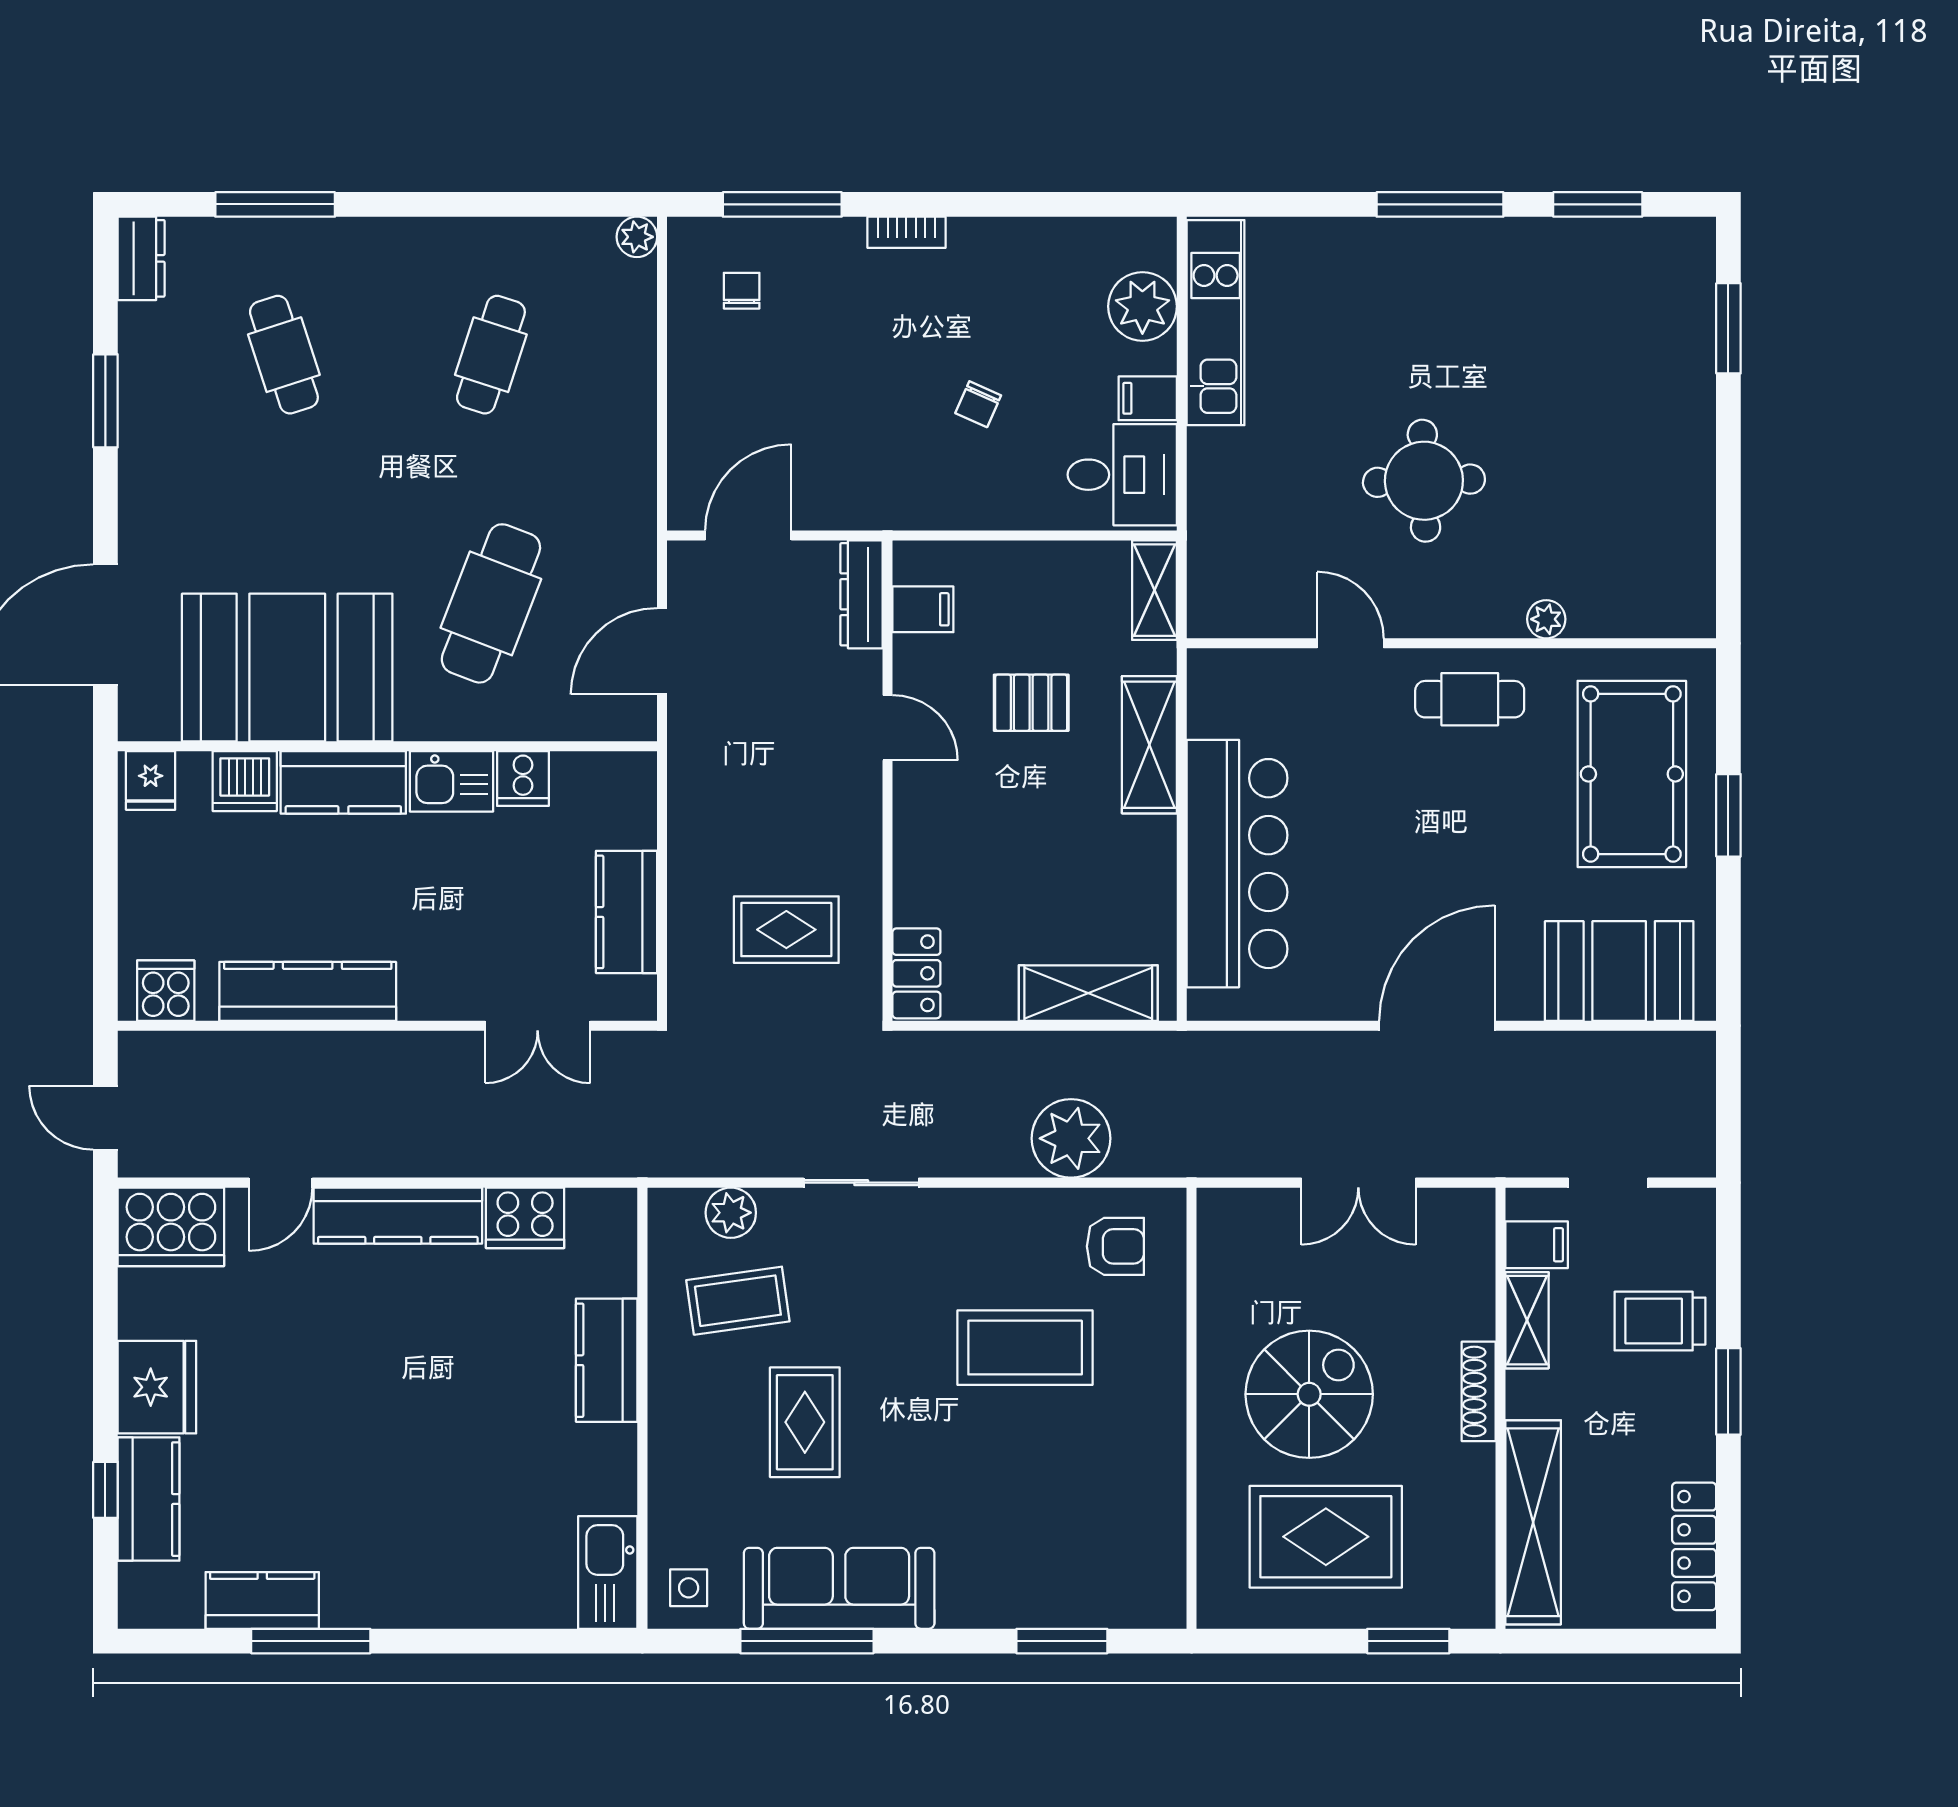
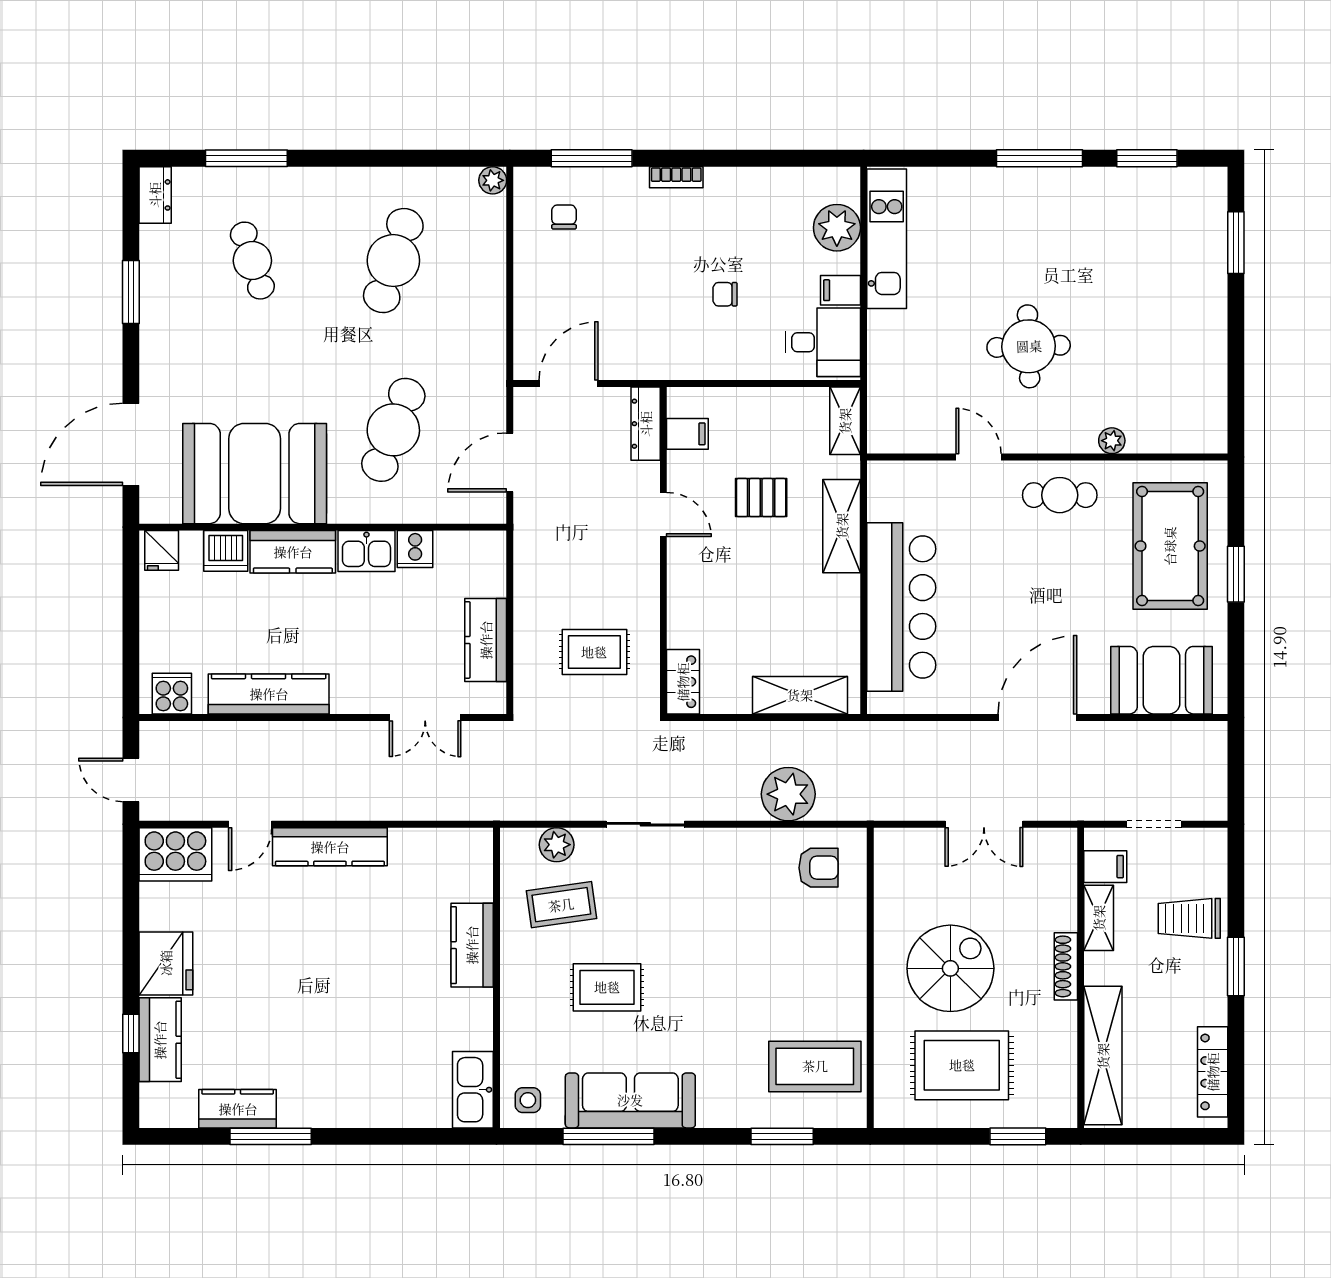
cafe table: (491, 355) -> (393, 261), width x1.37, depth x1.35
chair: (978, 404) -> (725, 294), turned 66
cooker: (525, 1218) -> (417, 848), removed
coffee table: (1025, 1348) -> (815, 1066), moved
rug: (805, 1422) -> (607, 987), turned 90

